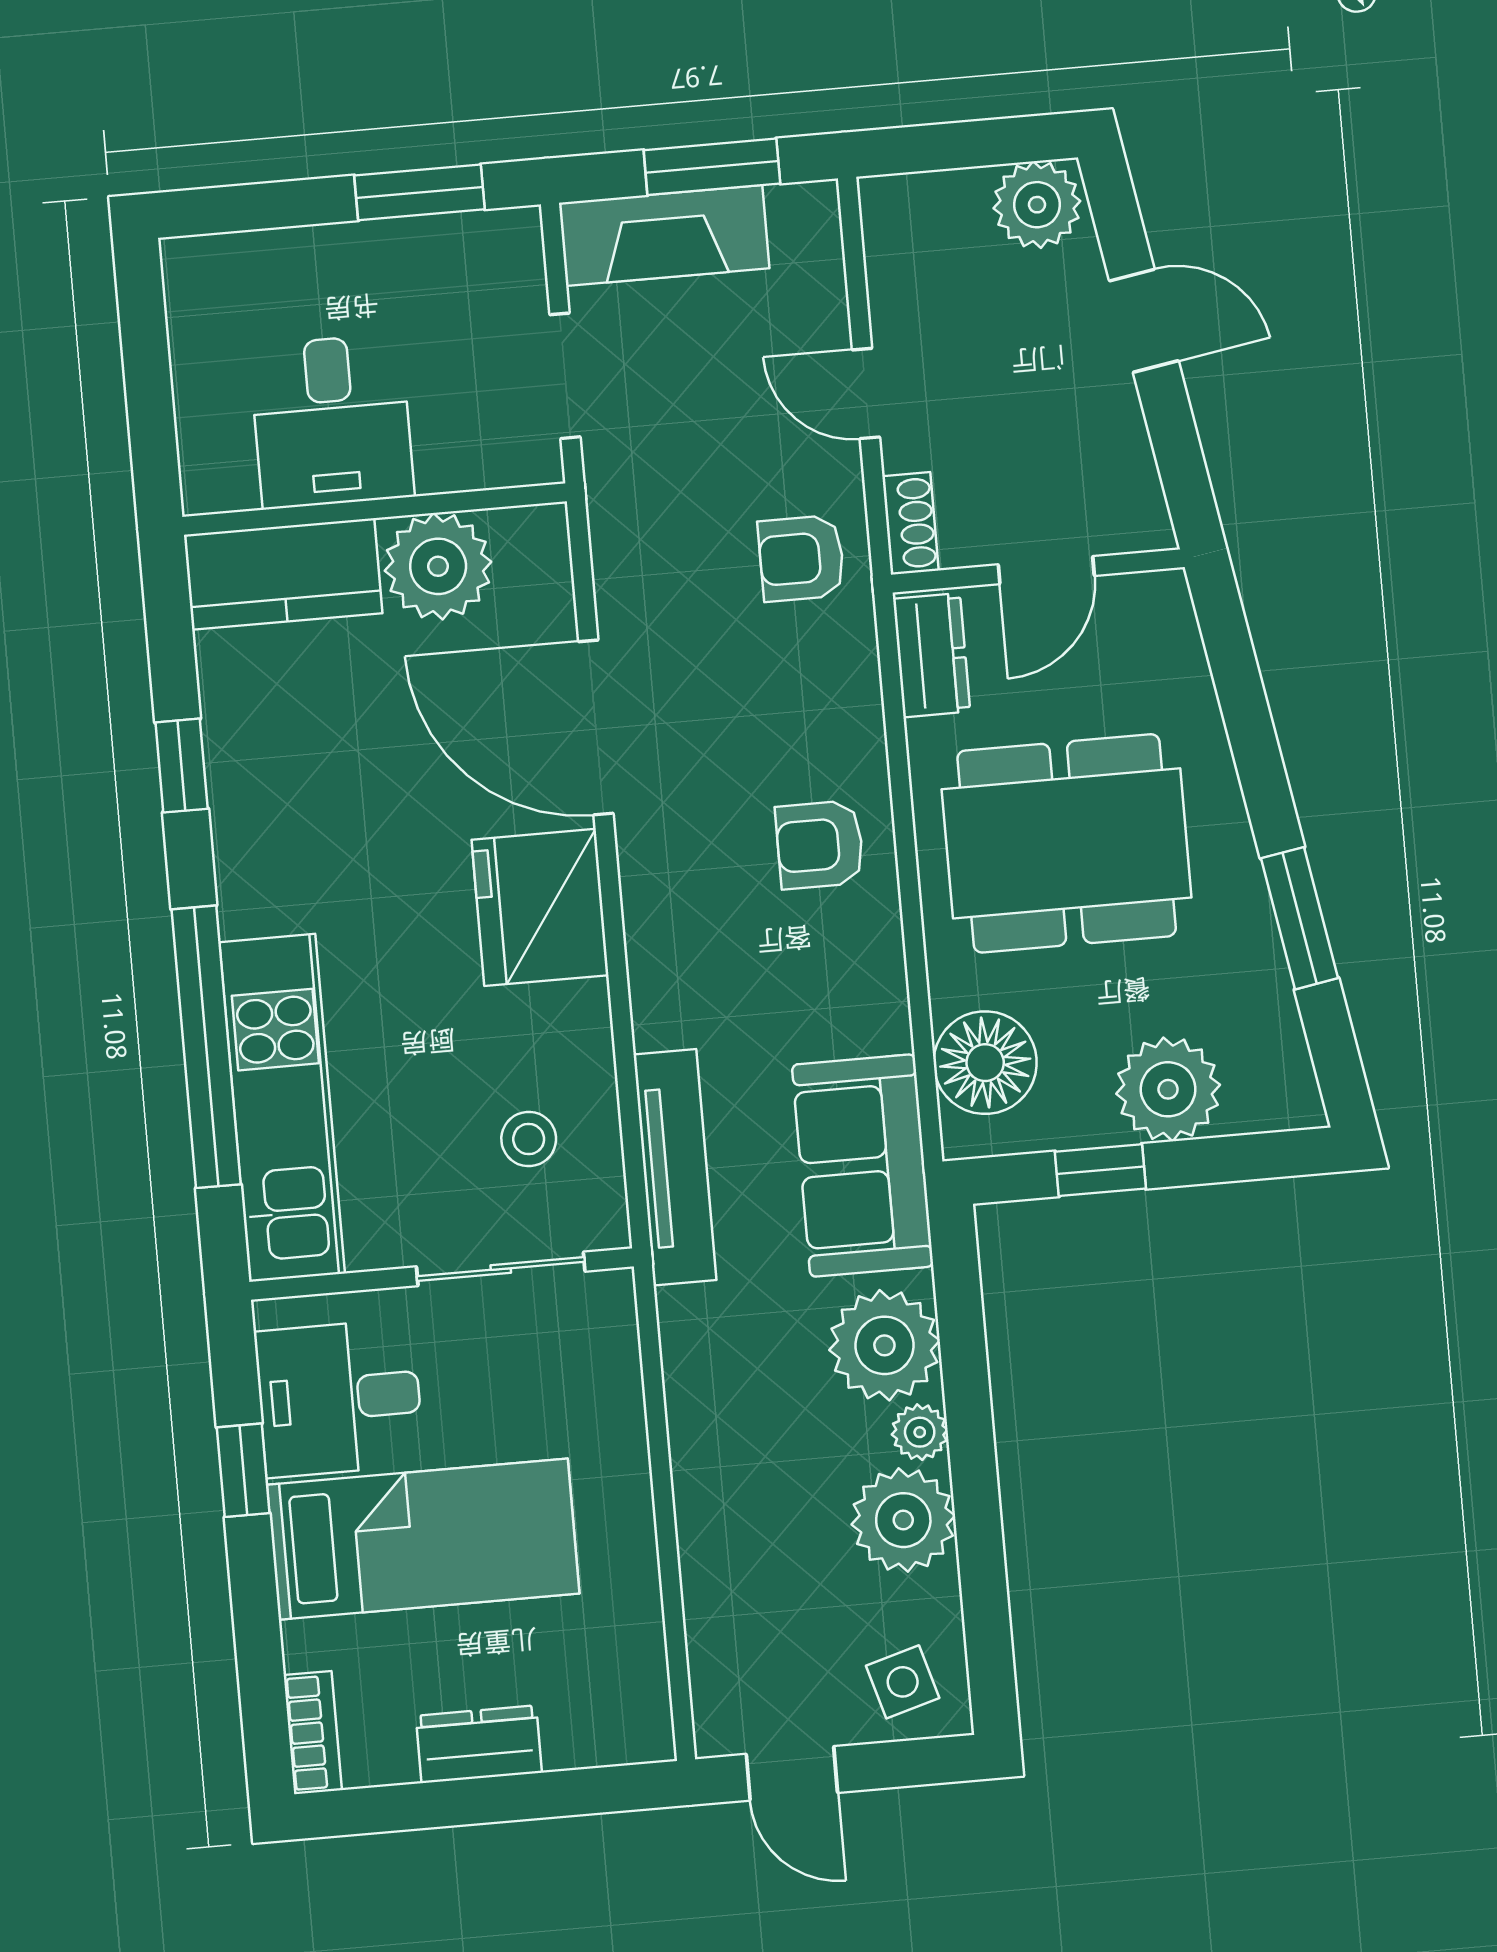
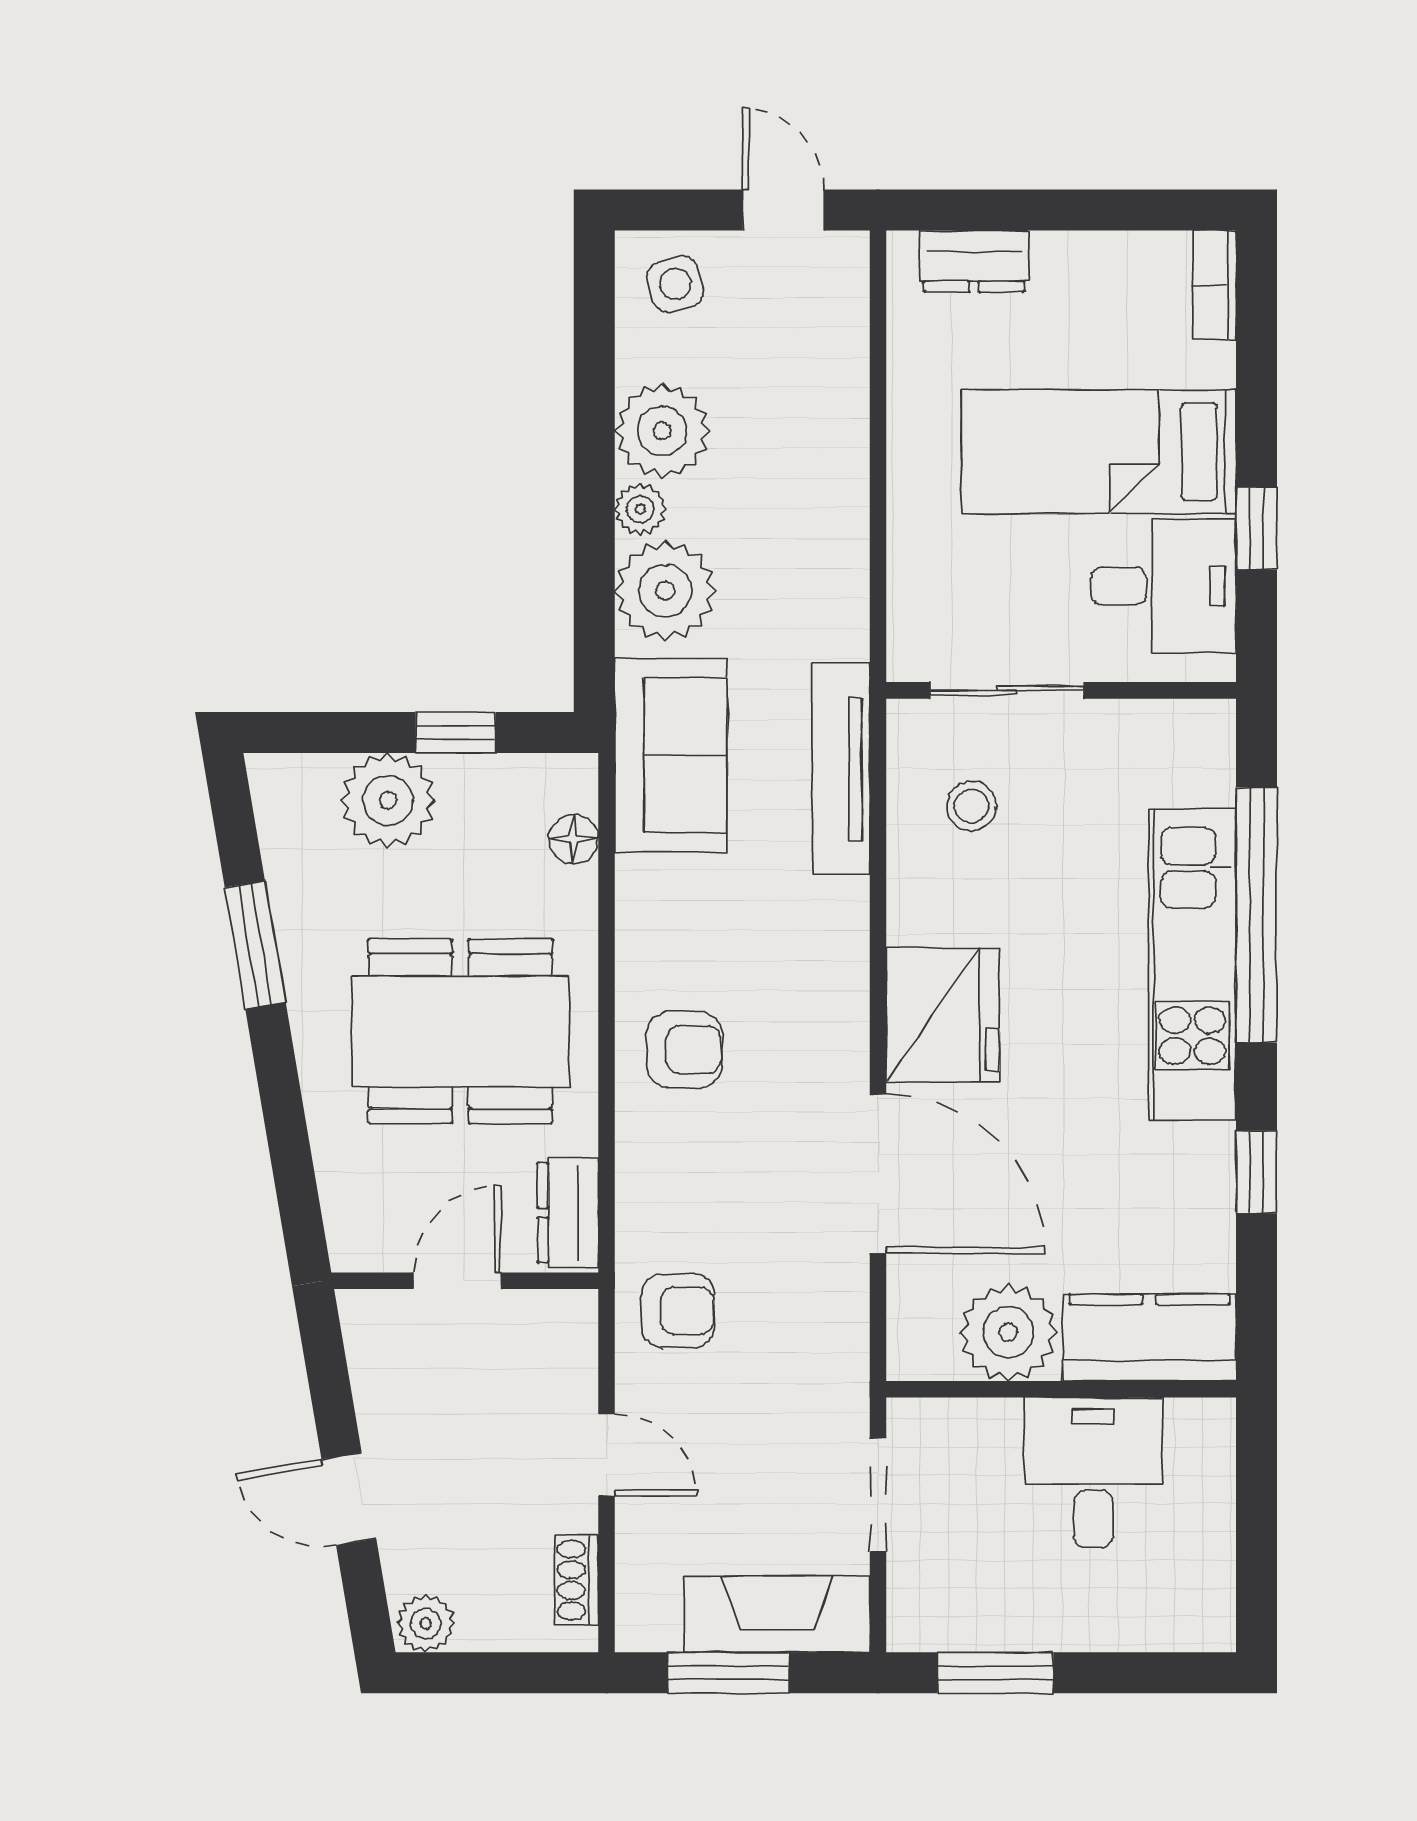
plant: (1037, 205) -> (426, 1624), width x0.73, depth x0.73
shoe rack: (910, 523) -> (577, 1580), moved
floor lamp: (985, 1063) -> (574, 839), width x0.53, depth x0.53
kitchen unit: (282, 1108) -> (1192, 964), moved
dresser: (479, 1744) -> (974, 261), moved

